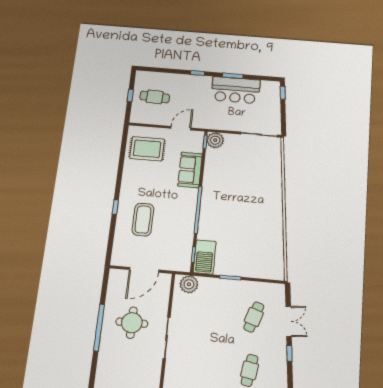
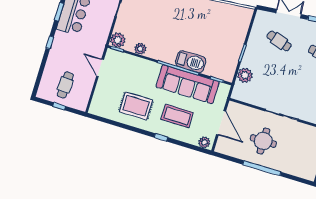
rug: (147, 149) -> (136, 106), moved, turned 90
plant: (211, 165) -> (140, 49), added
sofa: (190, 170) -> (188, 84), moved, width x1.85, depth x1.27
plant: (118, 256) -> (204, 142), added
barbecue: (205, 257) -> (191, 62), moved
plant: (189, 284) -> (245, 75), moved

